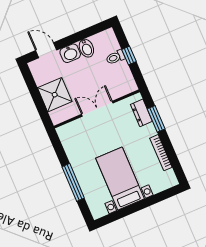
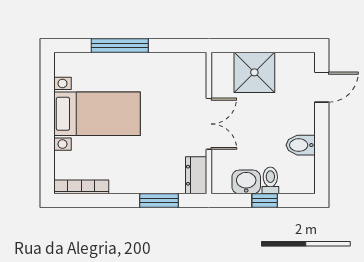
washbasin: (70, 53) -> (246, 182), moved, turned 90
dresser: (141, 113) -> (196, 175), moved, turned -90
bookcase: (161, 153) -> (81, 187), moved

